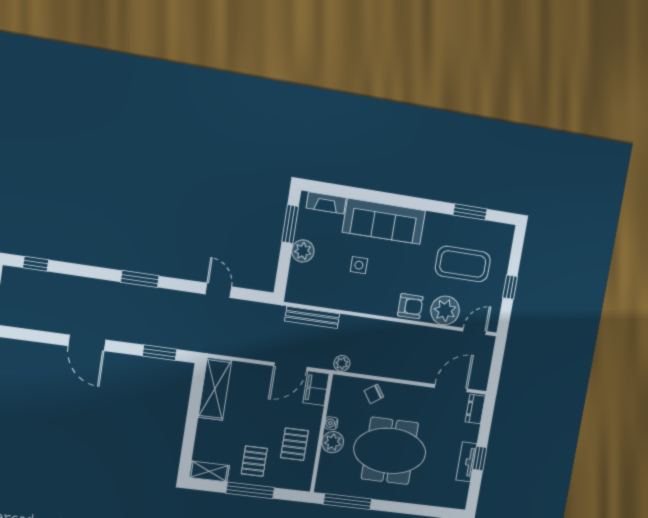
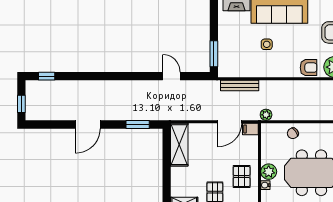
window: (290, 224) -> (214, 54), moved
plant: (303, 251) -> (226, 40), removed
window: (140, 279) -> (117, 76), removed
door: (87, 343) -> (88, 125), hinge flipped
filing cabinet: (316, 388) -> (250, 129), width x0.50
water cooler: (331, 423) -> (265, 185), moved

